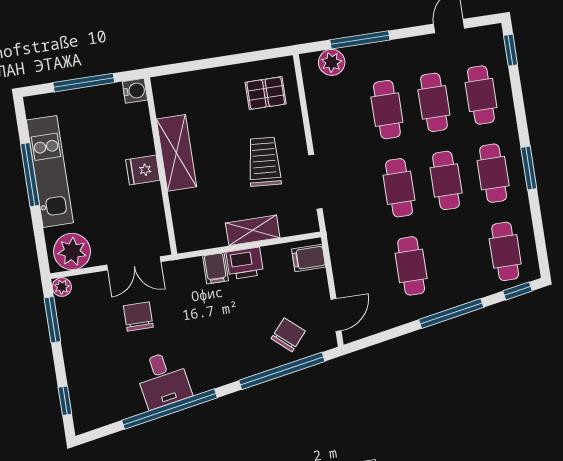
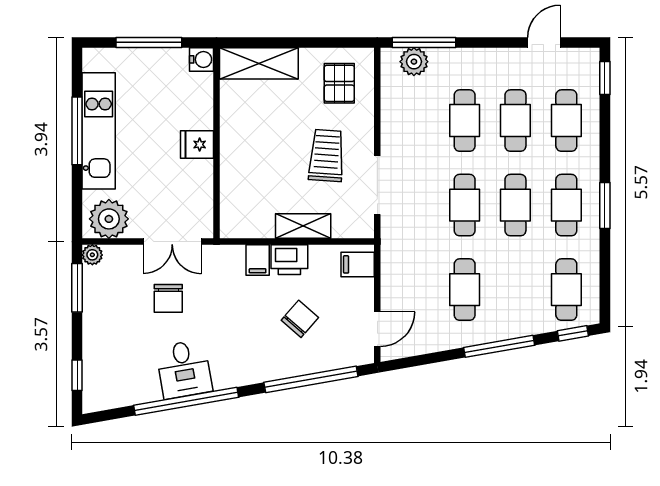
window: (360, 40) -> (424, 42), moved
pallet: (266, 93) -> (339, 83), turned 90
shelving: (176, 153) -> (259, 63), moved, turned 90
chair: (138, 316) -> (168, 298), turned 180
chair: (288, 335) -> (300, 319), moved

